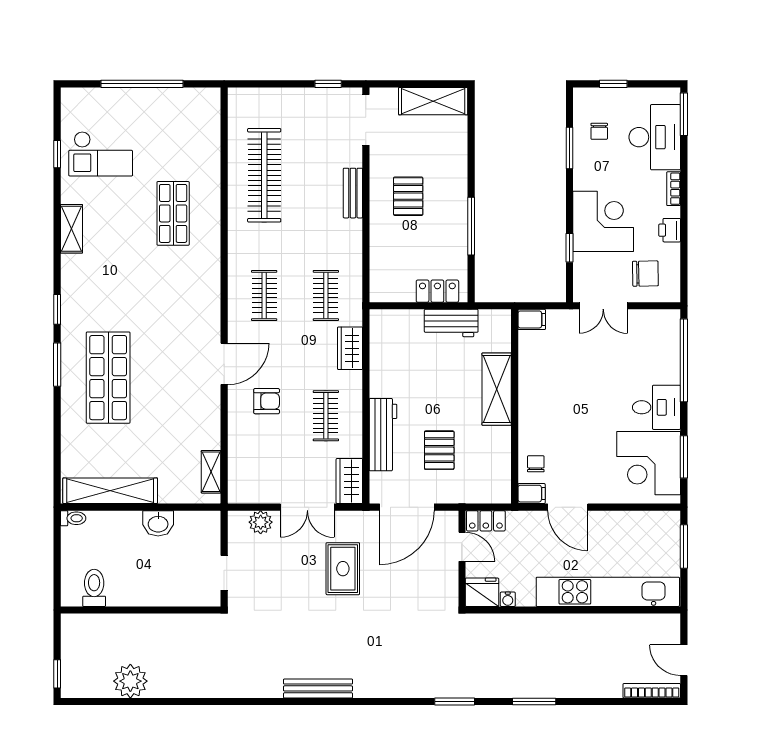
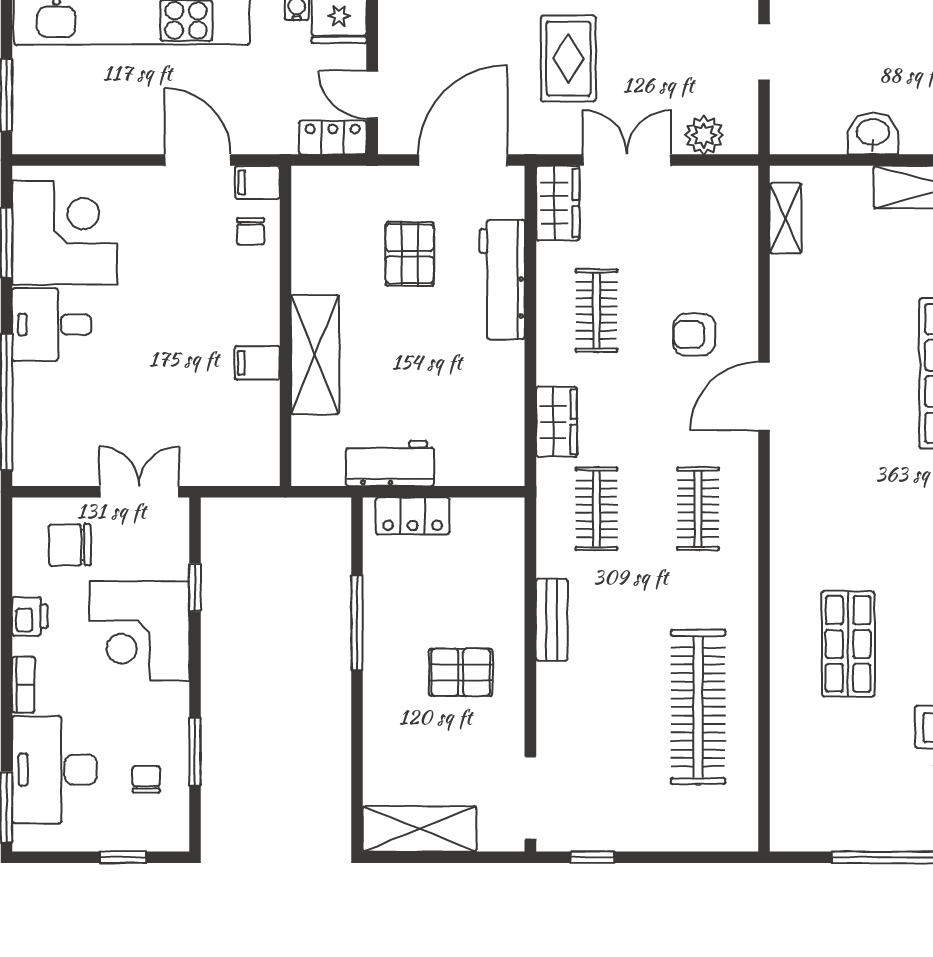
bench: (353, 193) -> (552, 620), moved
pallet: (408, 196) -> (461, 672), turned 90
filing cabinet: (532, 319) -> (257, 363), moved

